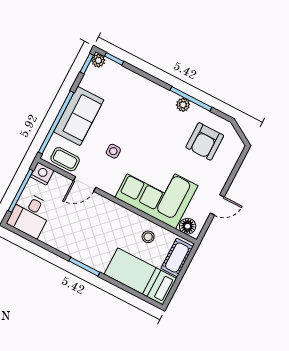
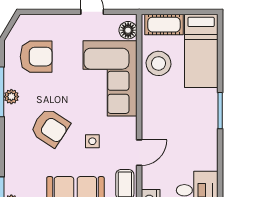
armchair: (142, 123) -> (50, 128), added
door: (85, 184) -> (139, 153), hinge flipped
stool: (148, 237) -> (158, 63), width x1.89, depth x1.89

